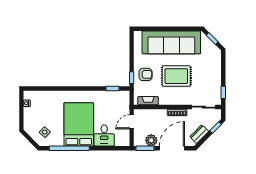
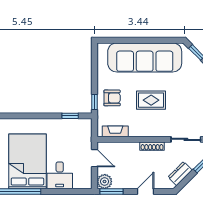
rug: (176, 76) -> (151, 100), width x0.73, depth x0.70
door: (132, 122) -> (94, 158), swing flipped
plant: (151, 140) -> (105, 181), moved
door: (172, 148) -> (146, 192), width x0.53

